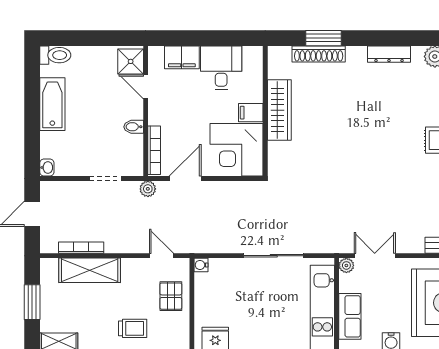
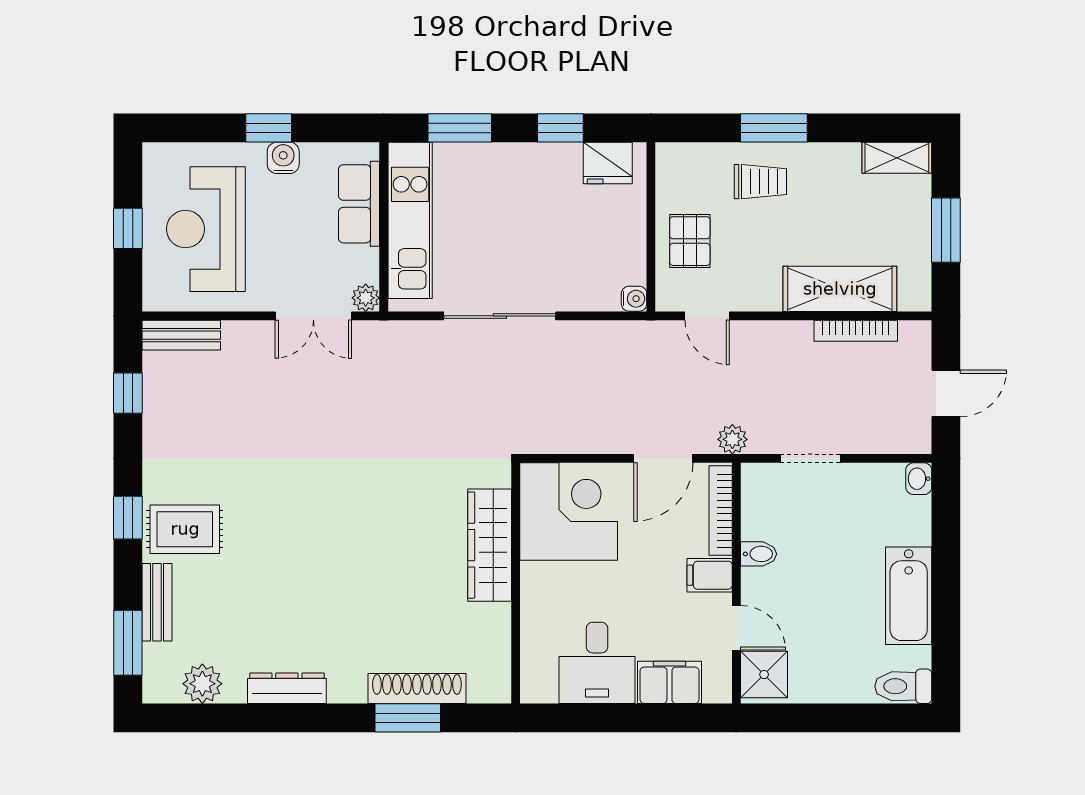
wardrobe: (279, 110) -> (490, 545), moved
filing cabinet: (251, 113) -> (710, 575), moved, turned 180
trolley: (133, 328) -> (760, 182), turned 180

